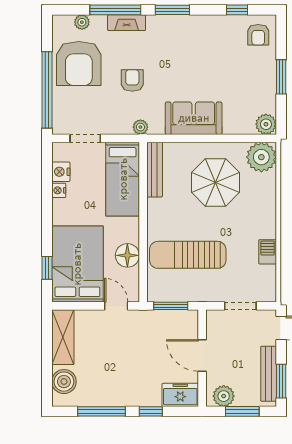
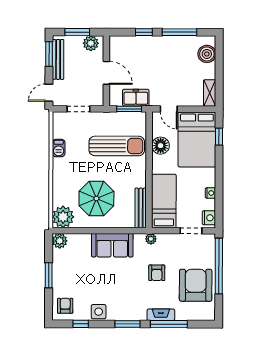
plant: (82, 22) -> (193, 315), removed
side table: (212, 27) -> (99, 312), added
nightstand: (61, 172) -> (209, 218), moved
shelving: (63, 337) -> (210, 93), width x0.67, depth x0.75
freezer: (180, 395) -> (136, 98), moved, turned 180

